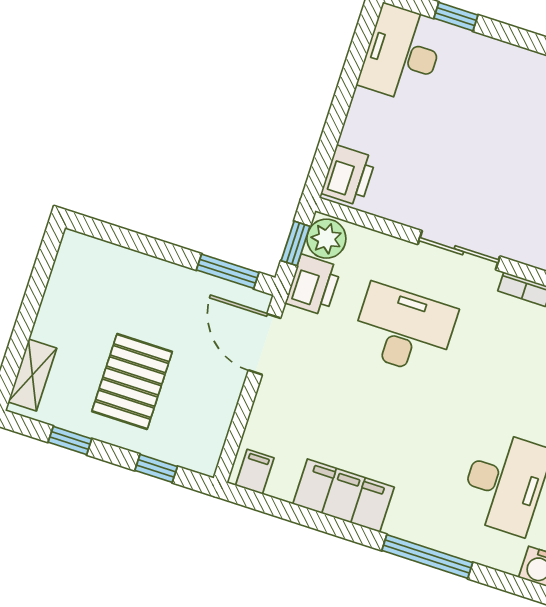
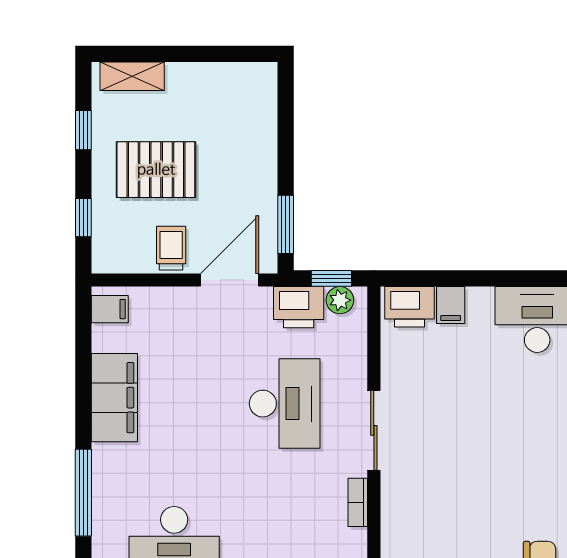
filing cabinet: (360, 134) -> (451, 305), added
plant: (326, 239) -> (340, 300), width x0.73, depth x0.73
trolley: (214, 392) -> (171, 248), added

